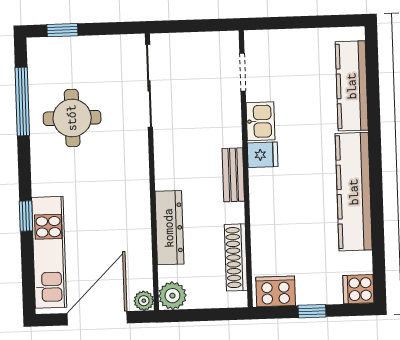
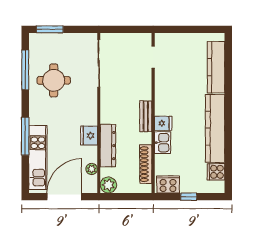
window: (62, 30) -> (50, 29), width x1.50
kitchen sink: (261, 121) -> (163, 143), moved
fridge: (263, 155) -> (163, 123), moved
fridge: (136, 211) -> (89, 136), added
window: (26, 216) -> (25, 136), width x2.17
cooker: (358, 289) -> (216, 172), moved
plant: (144, 301) -> (92, 169), moved

